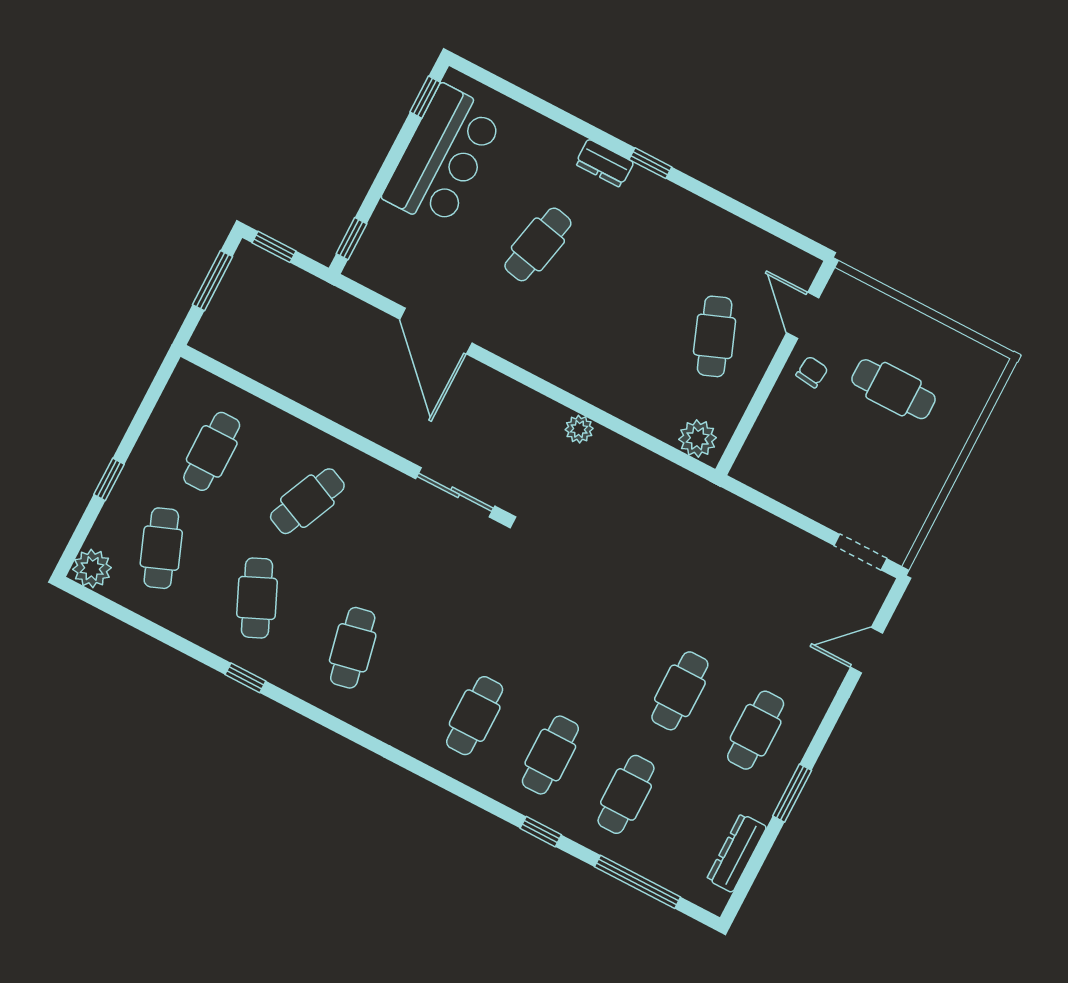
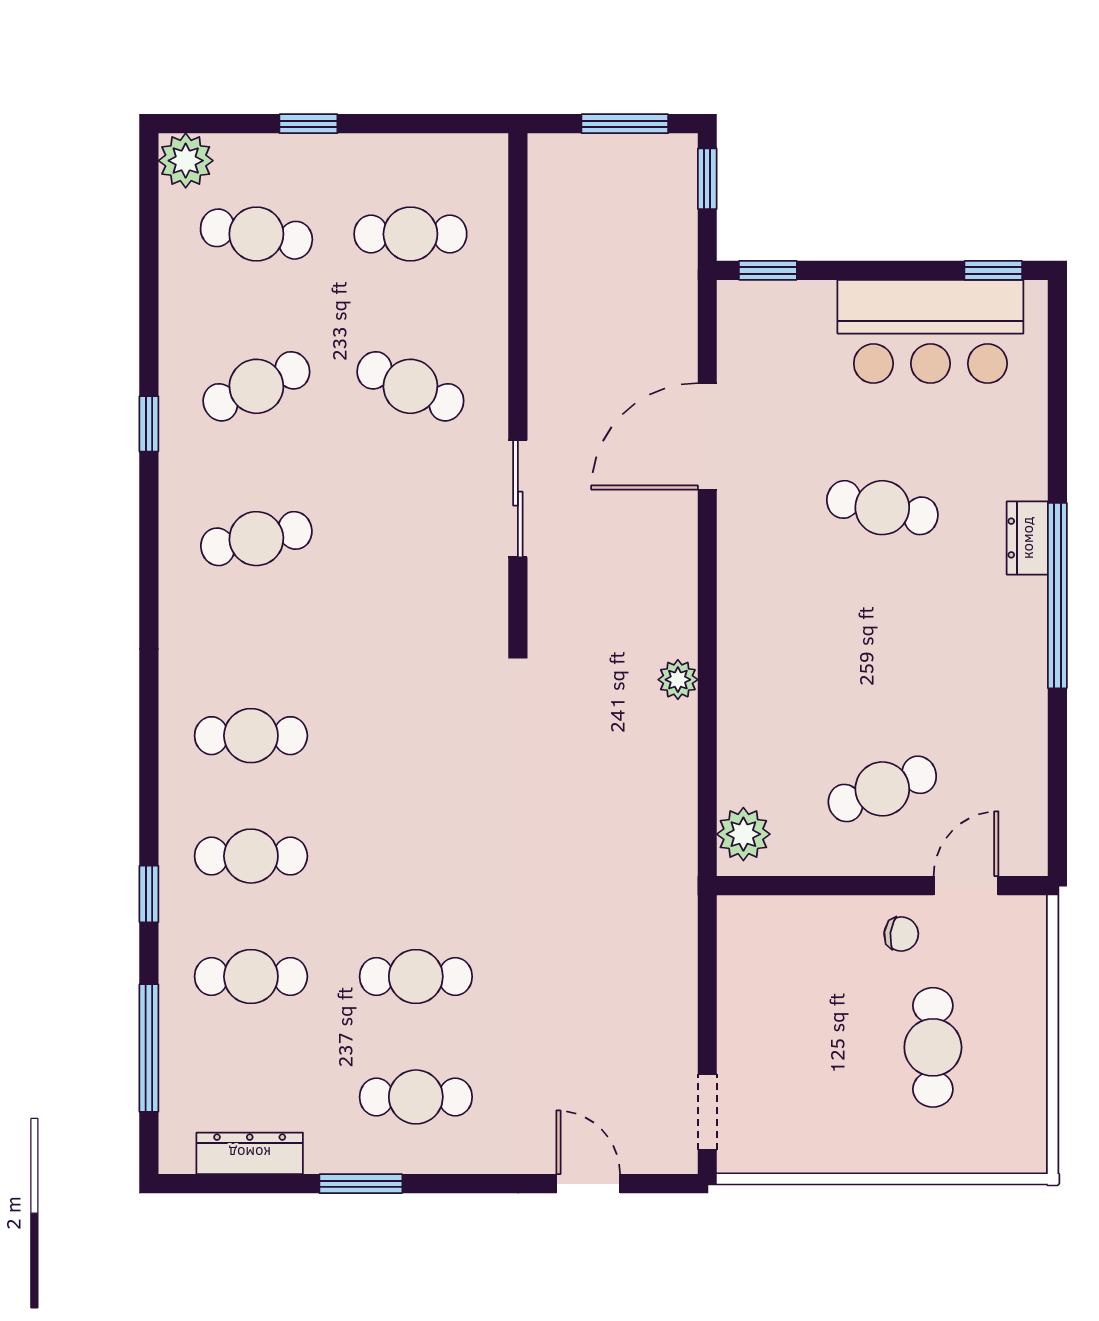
window: (650, 163) -> (1057, 596), width x3.17
sliding door: (455, 492) -> (518, 499), moved
cafe table: (161, 548) -> (256, 234), turned 30

